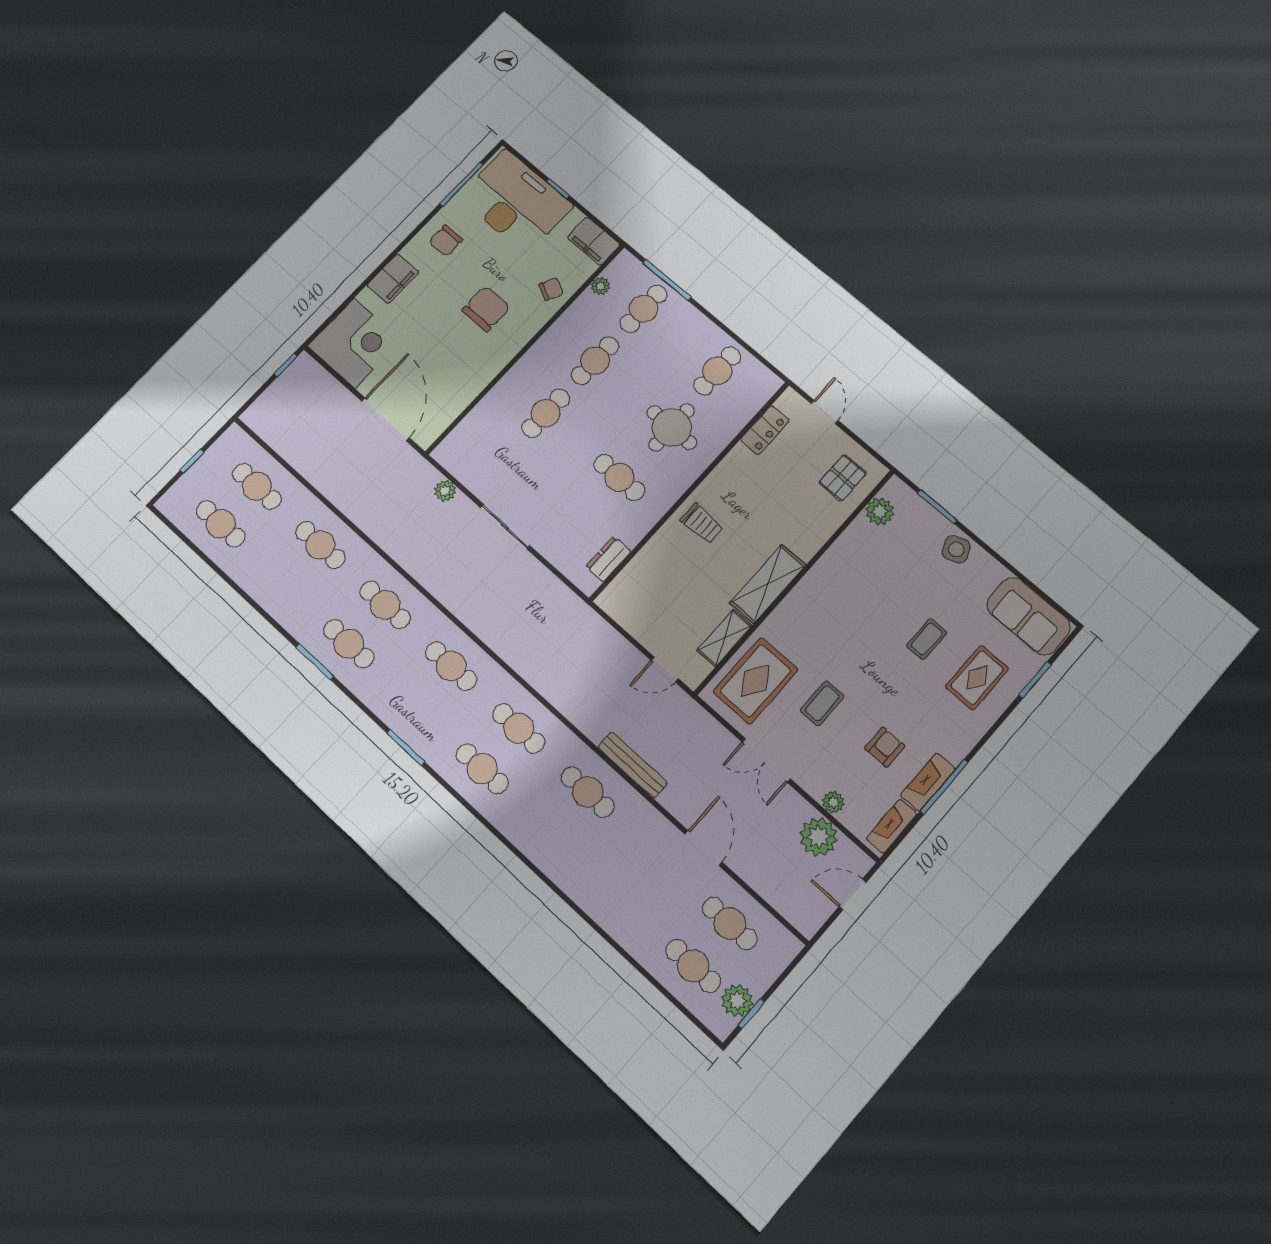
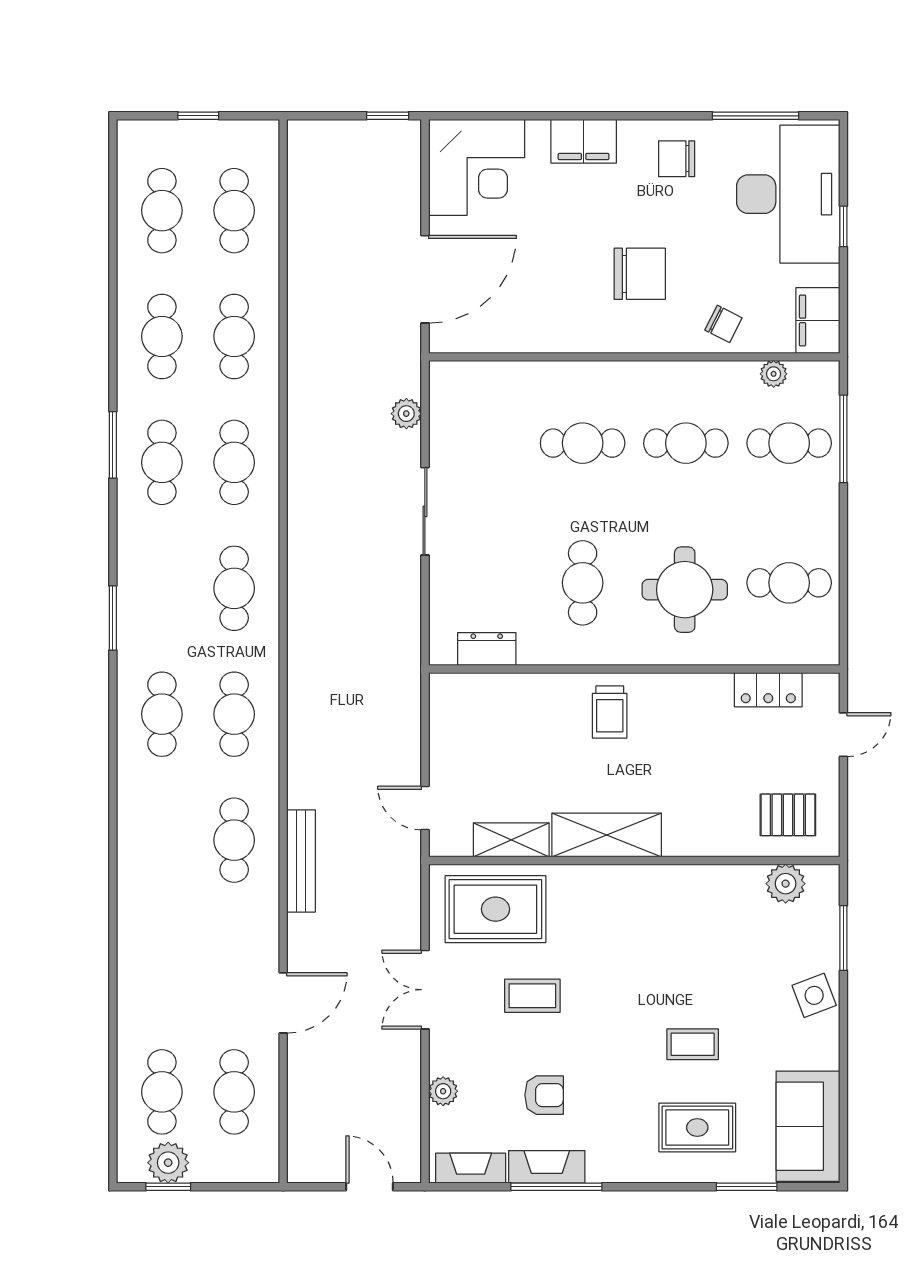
cafe table: (284, 583) -> (162, 336), added
plant: (819, 837) -> (396, 1106), removed

